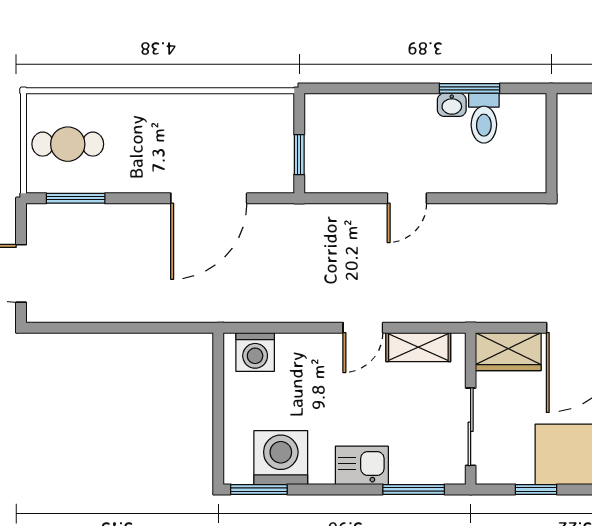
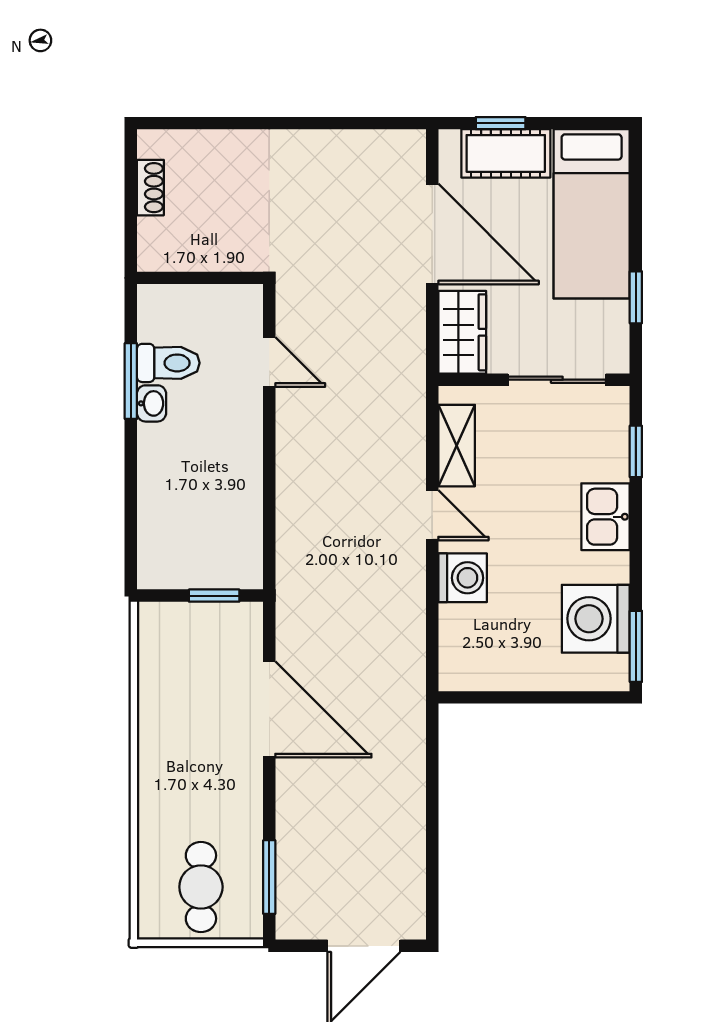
door: (407, 198) -> (269, 362), moved
washing machine: (255, 352) -> (463, 578), moved
window: (414, 489) -> (636, 451), width x0.67

